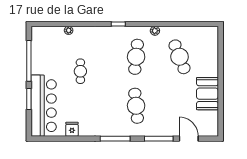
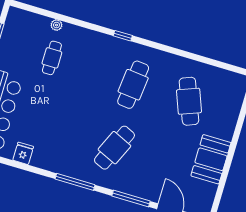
plant: (155, 31) -> (167, 58), removed
cafe table: (80, 71) -> (52, 58), moved
cafe table: (136, 106) -> (114, 148), turned 30

